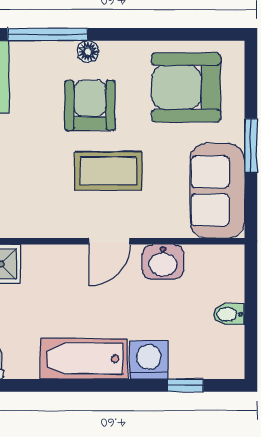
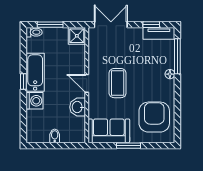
armchair: (90, 105) -> (146, 75), removed
window: (185, 385) -> (23, 82), moved

